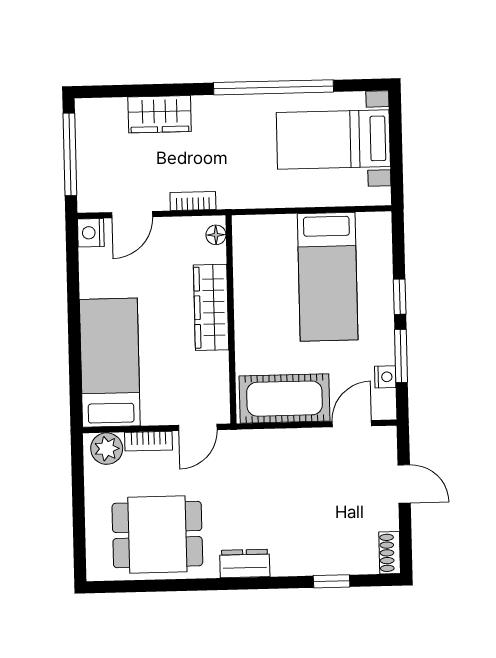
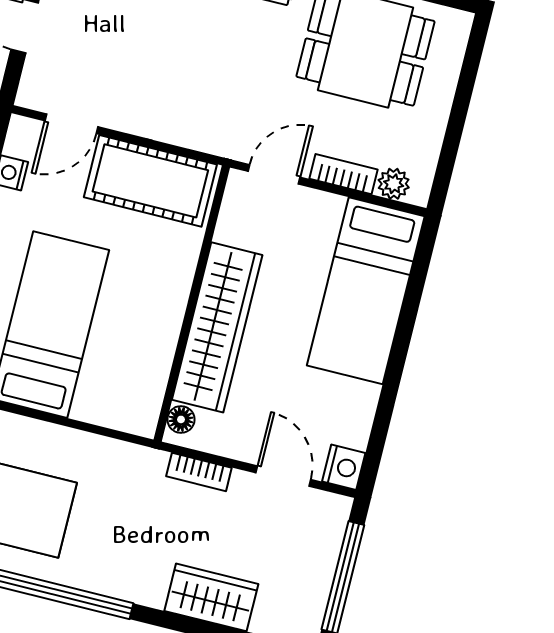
door: (132, 215) -> (283, 476), hinge flipped
wardrobe: (211, 307) -> (217, 327), width x1.40, depth x1.17
plant: (107, 449) -> (394, 184), width x0.73, depth x0.73

